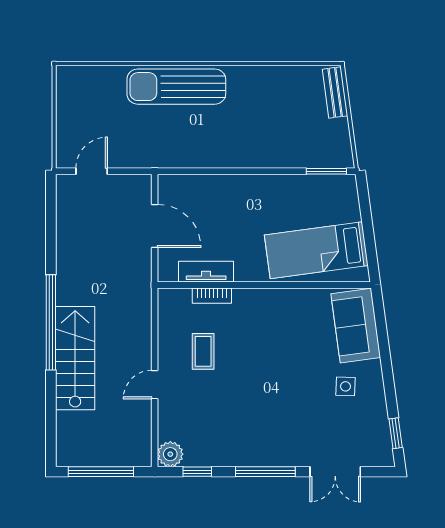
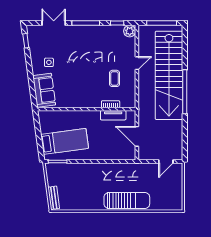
bed: (316, 250) -> (65, 141), moved
stairs: (75, 358) -> (169, 75), width x1.86, depth x1.51

